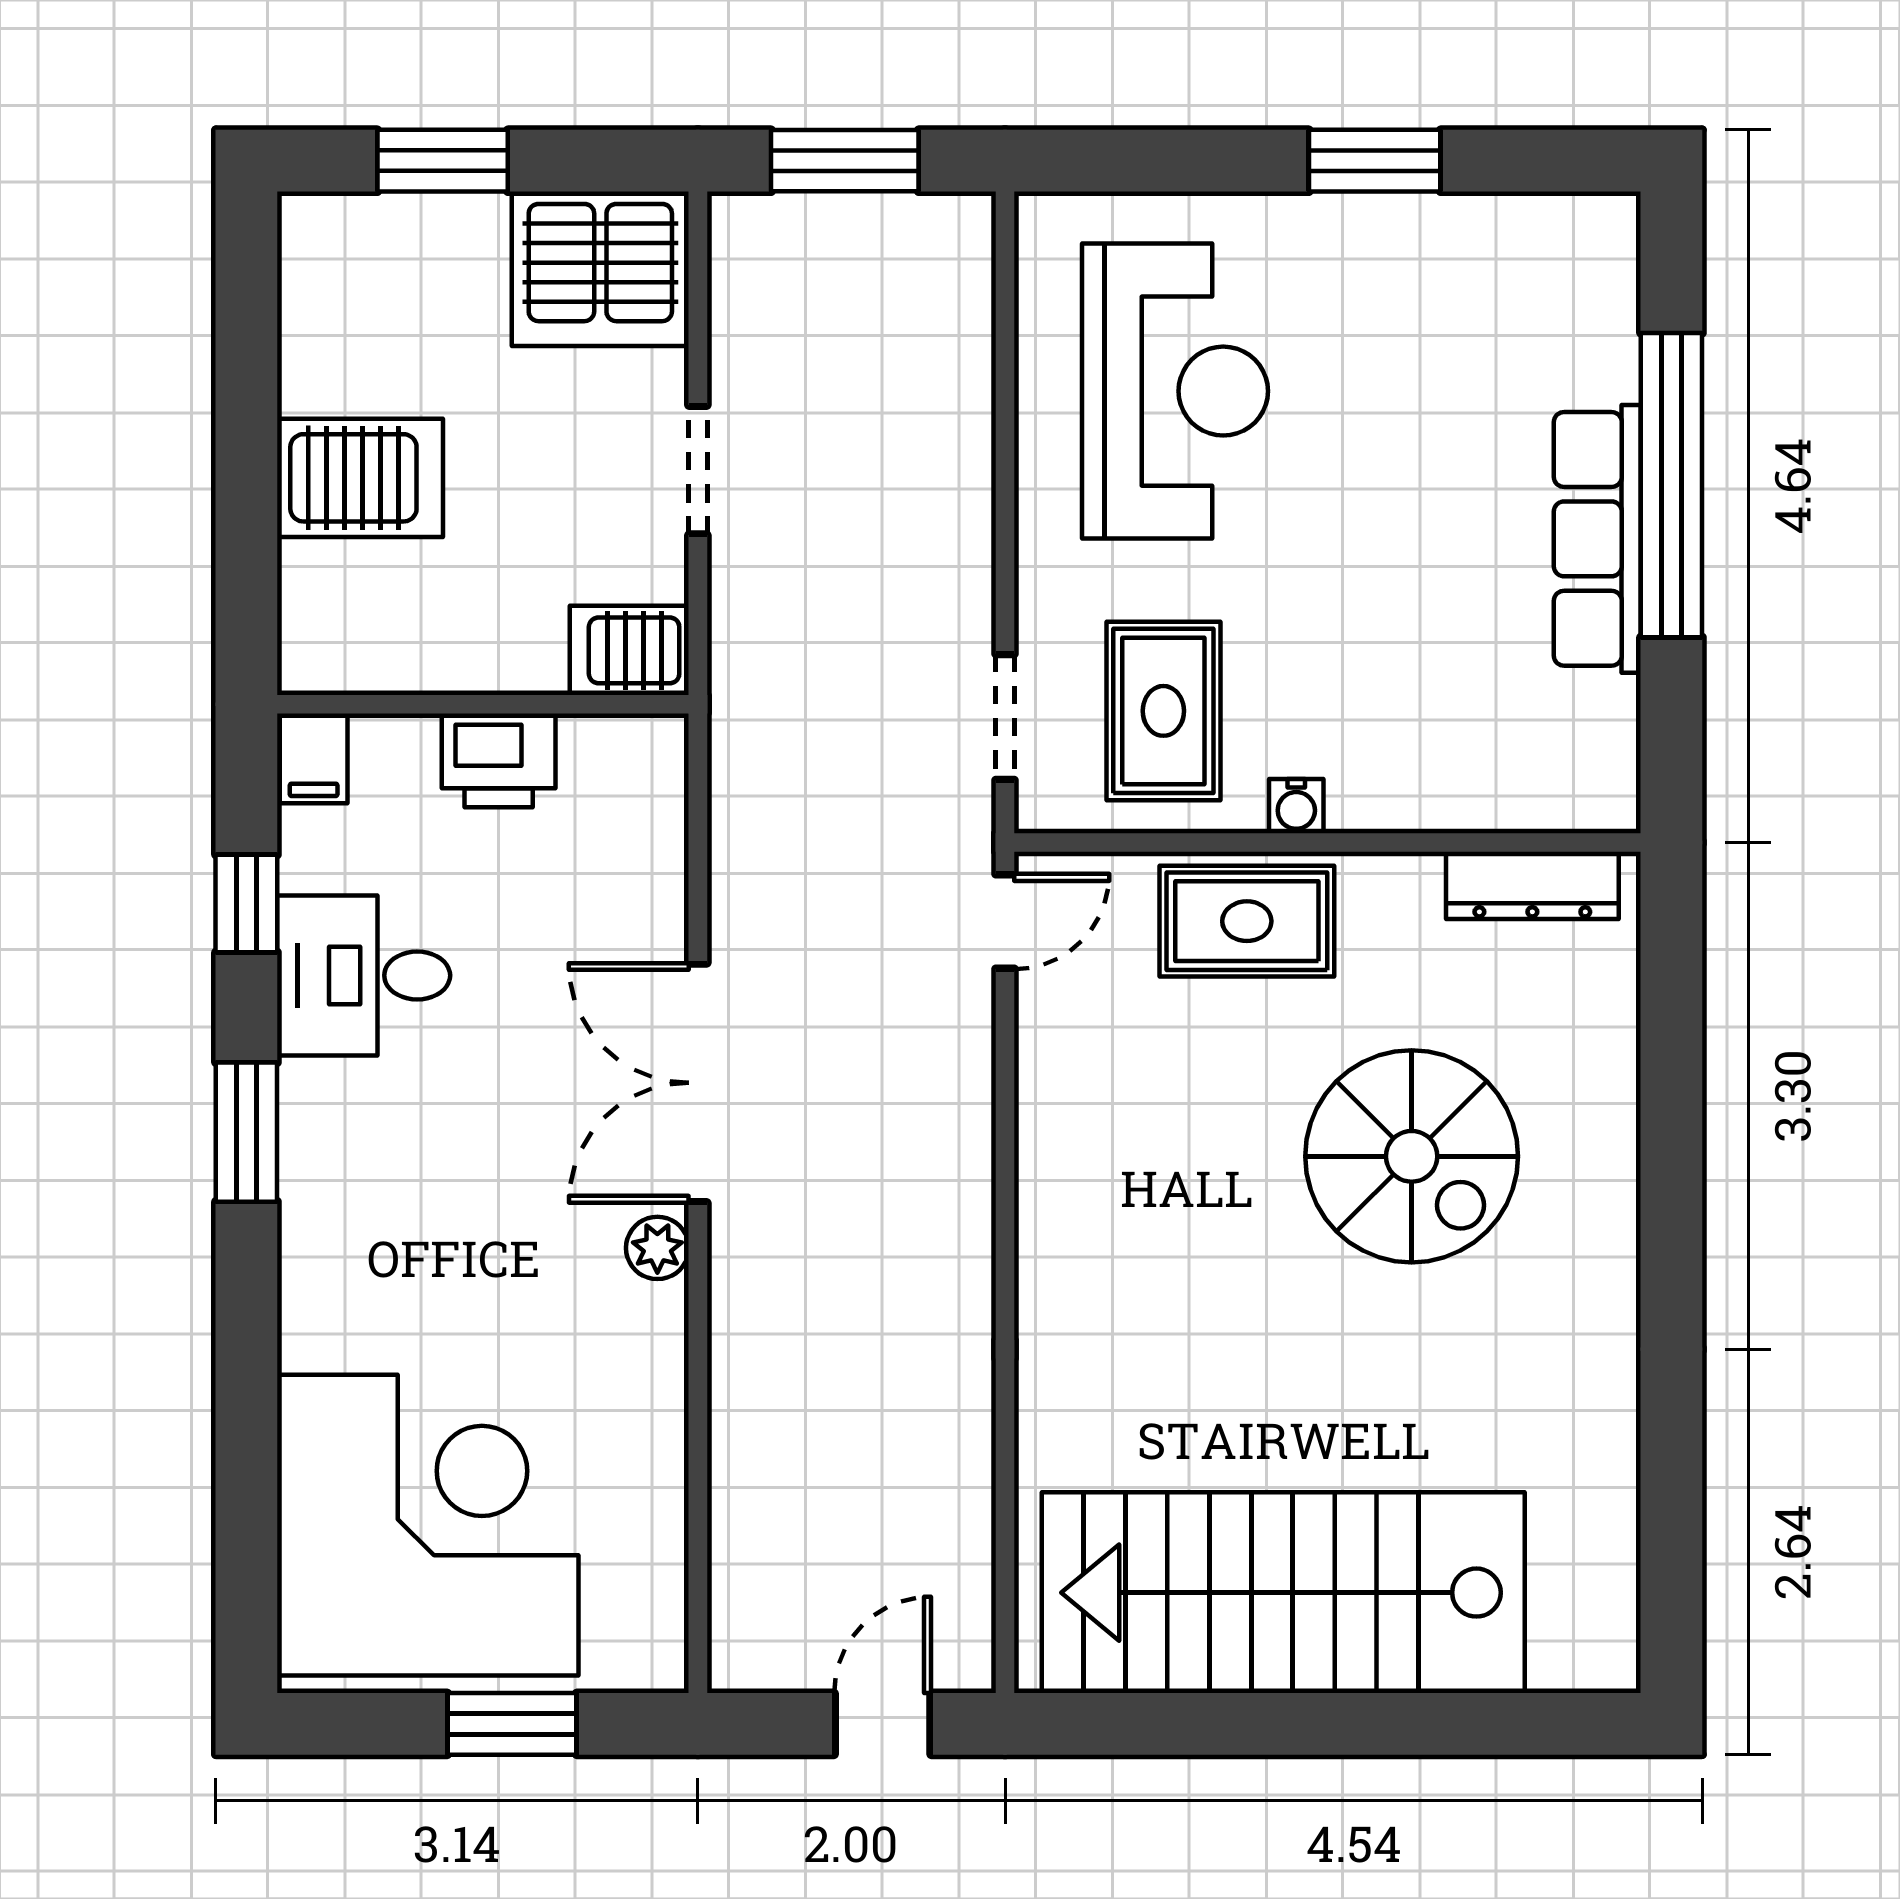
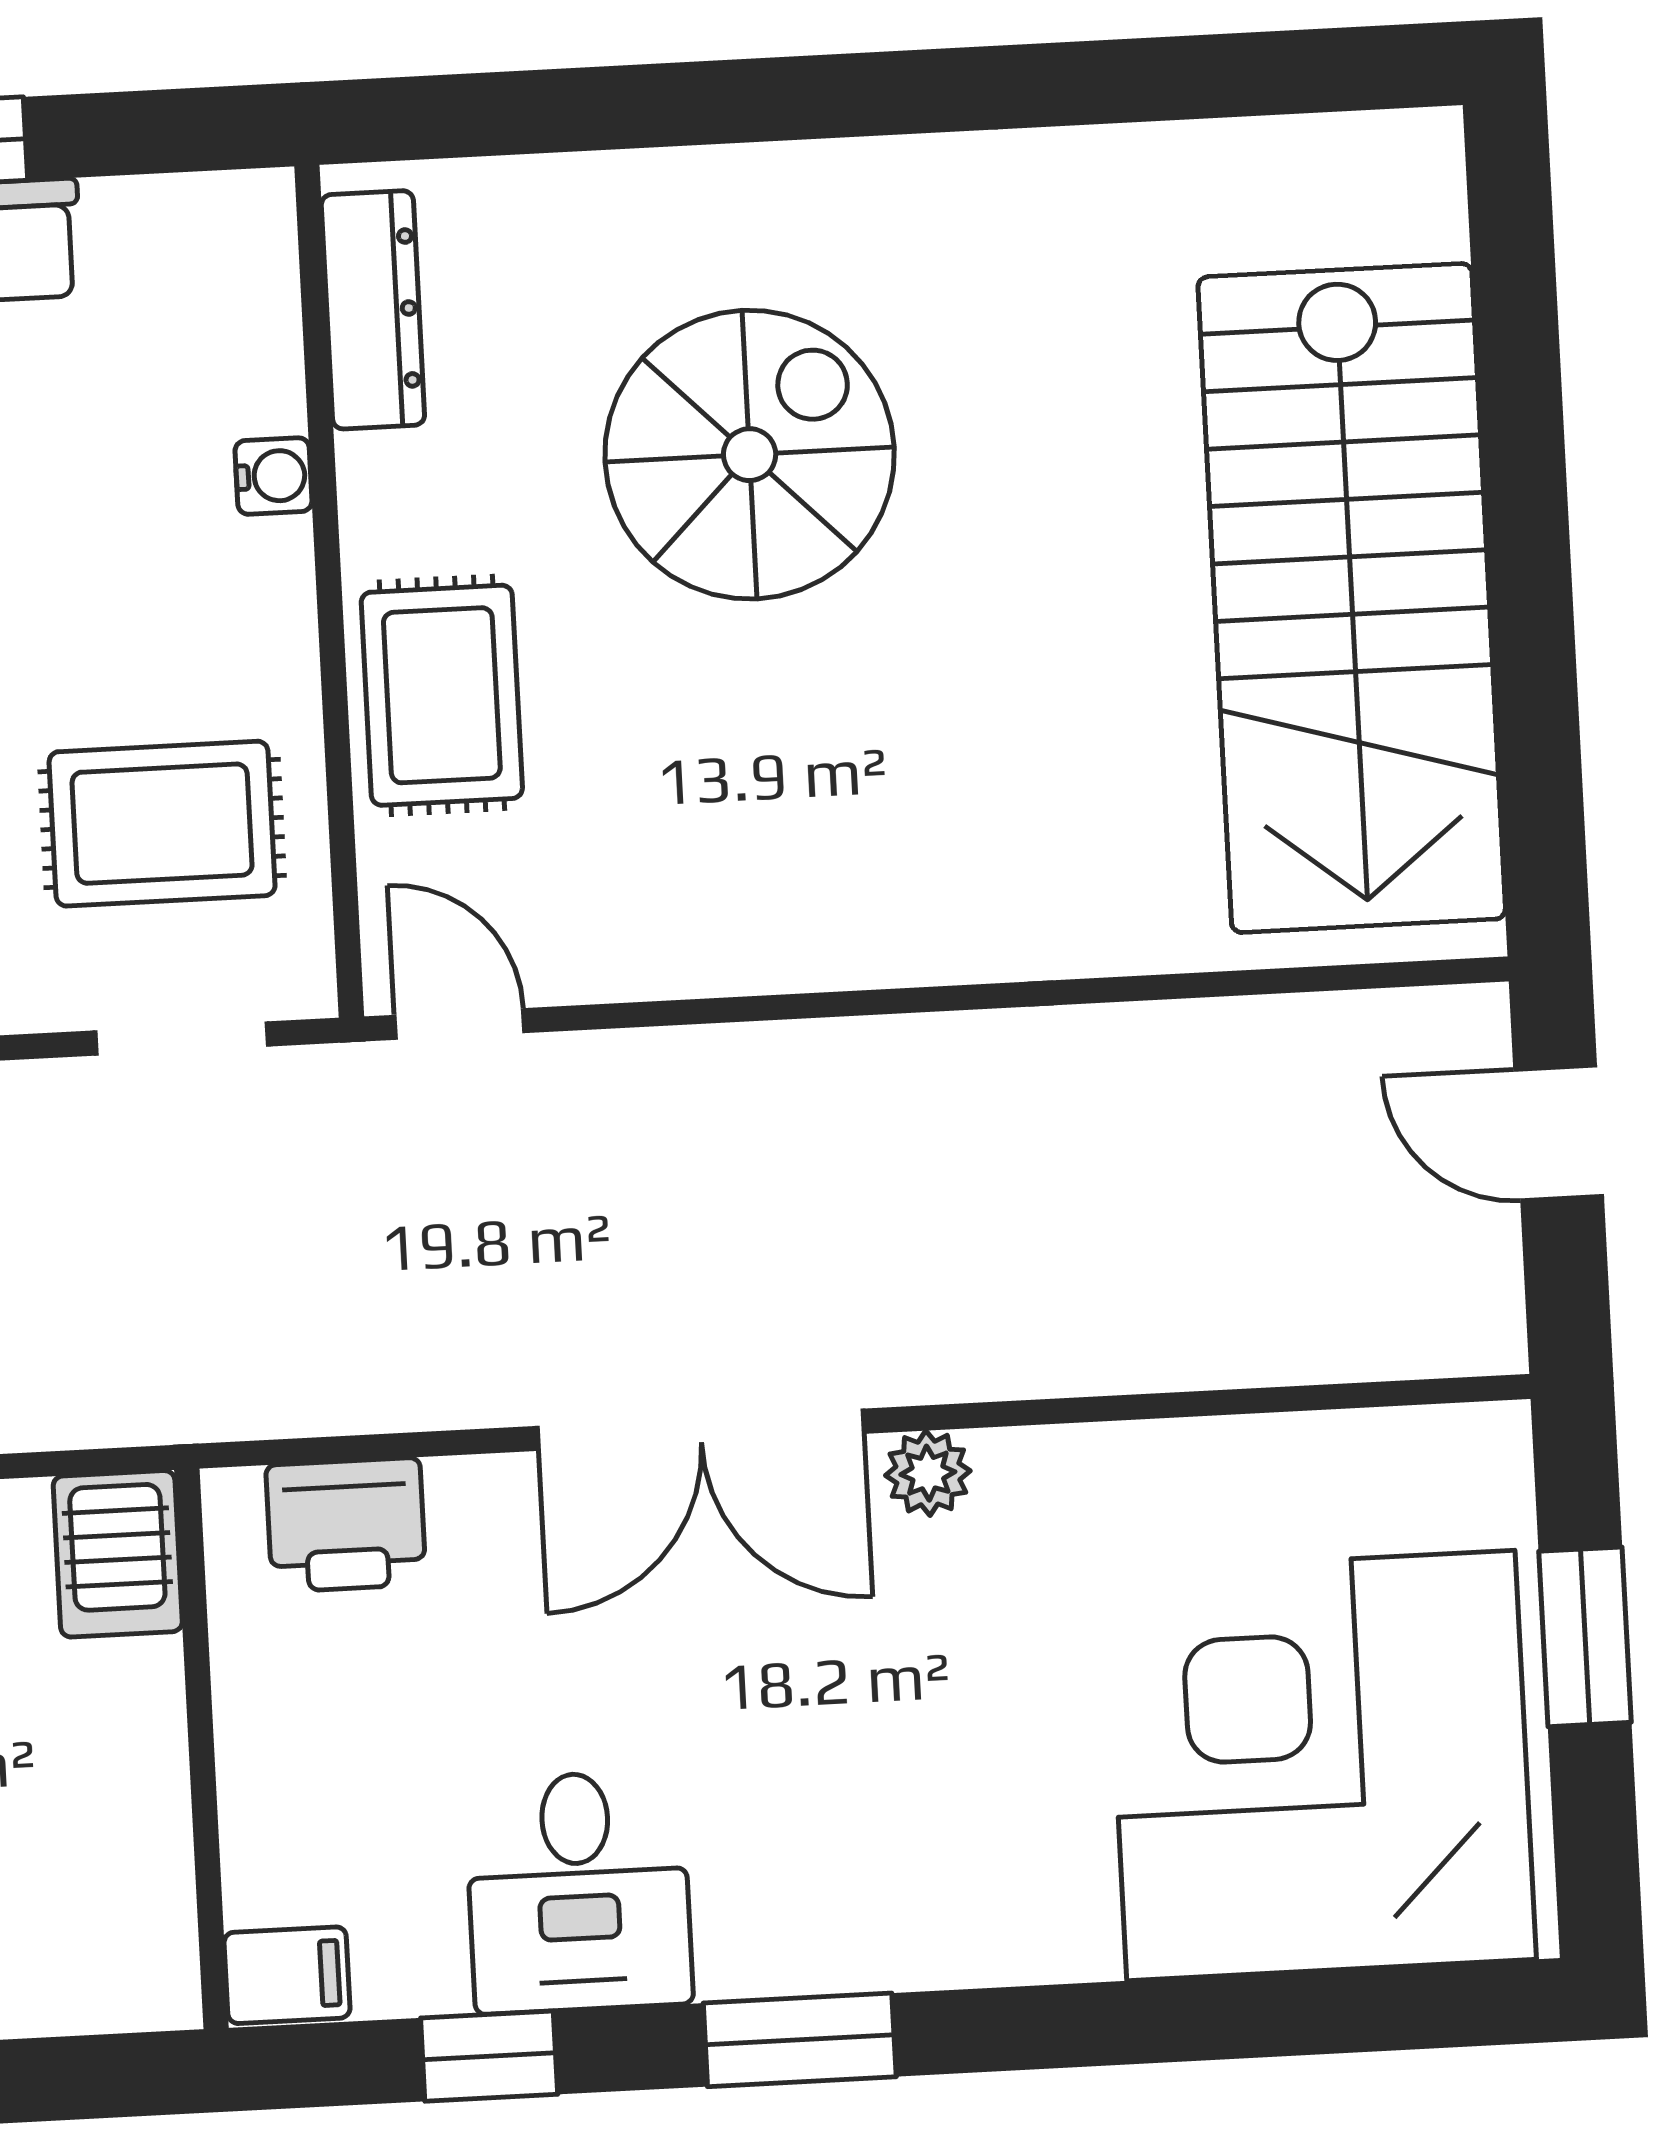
printer: (499, 760) -> (346, 1525), moved, turned 90
water cooler: (1296, 806) -> (274, 476), moved

